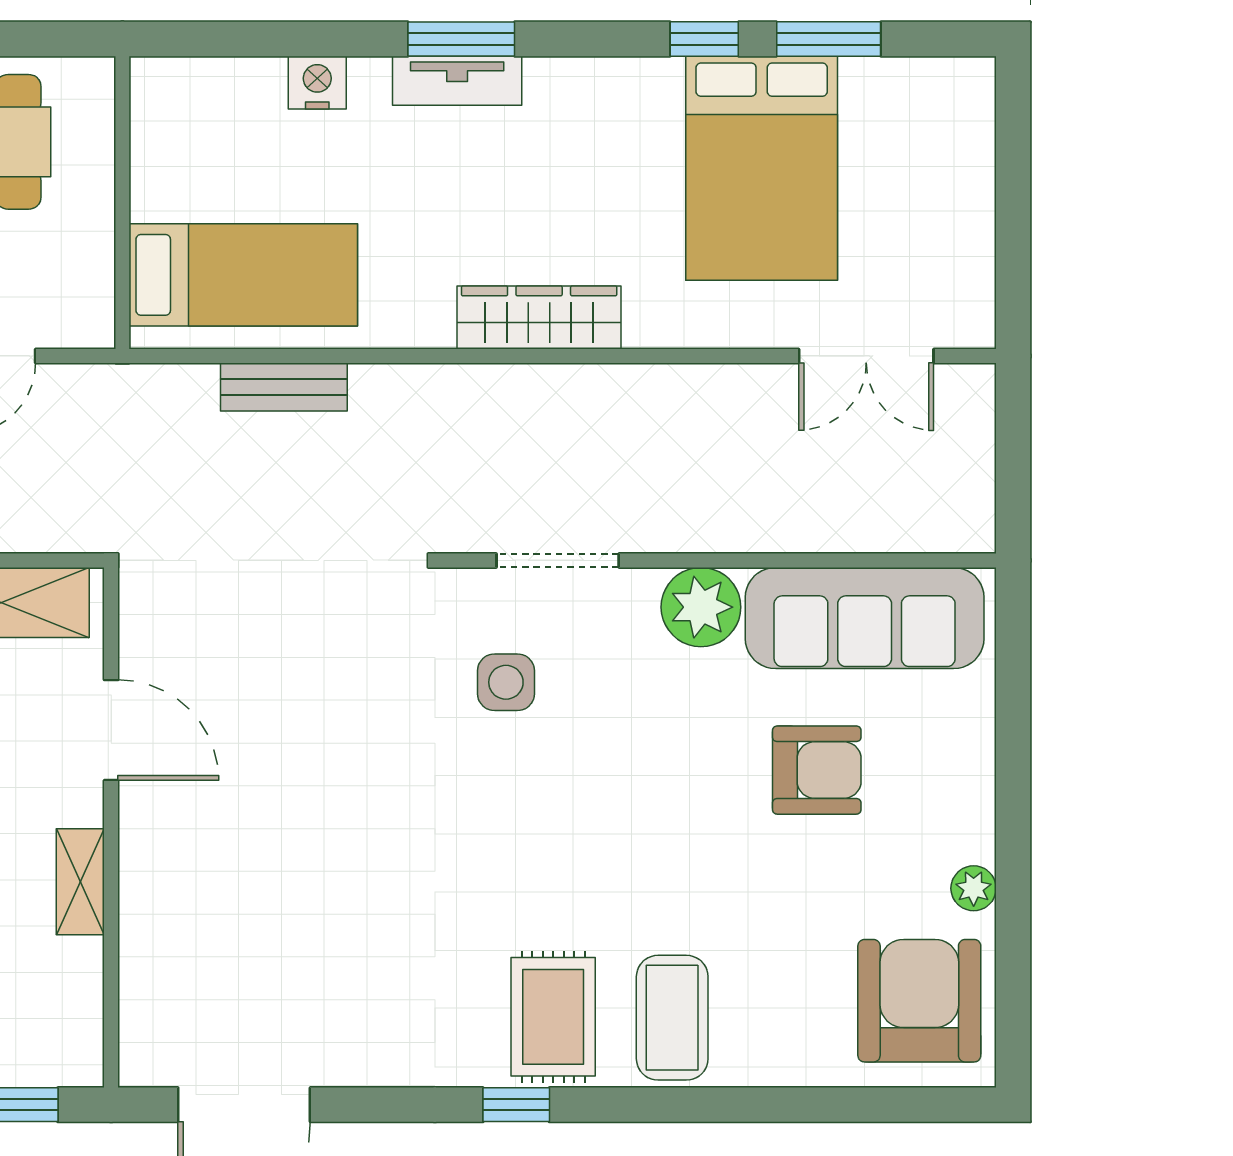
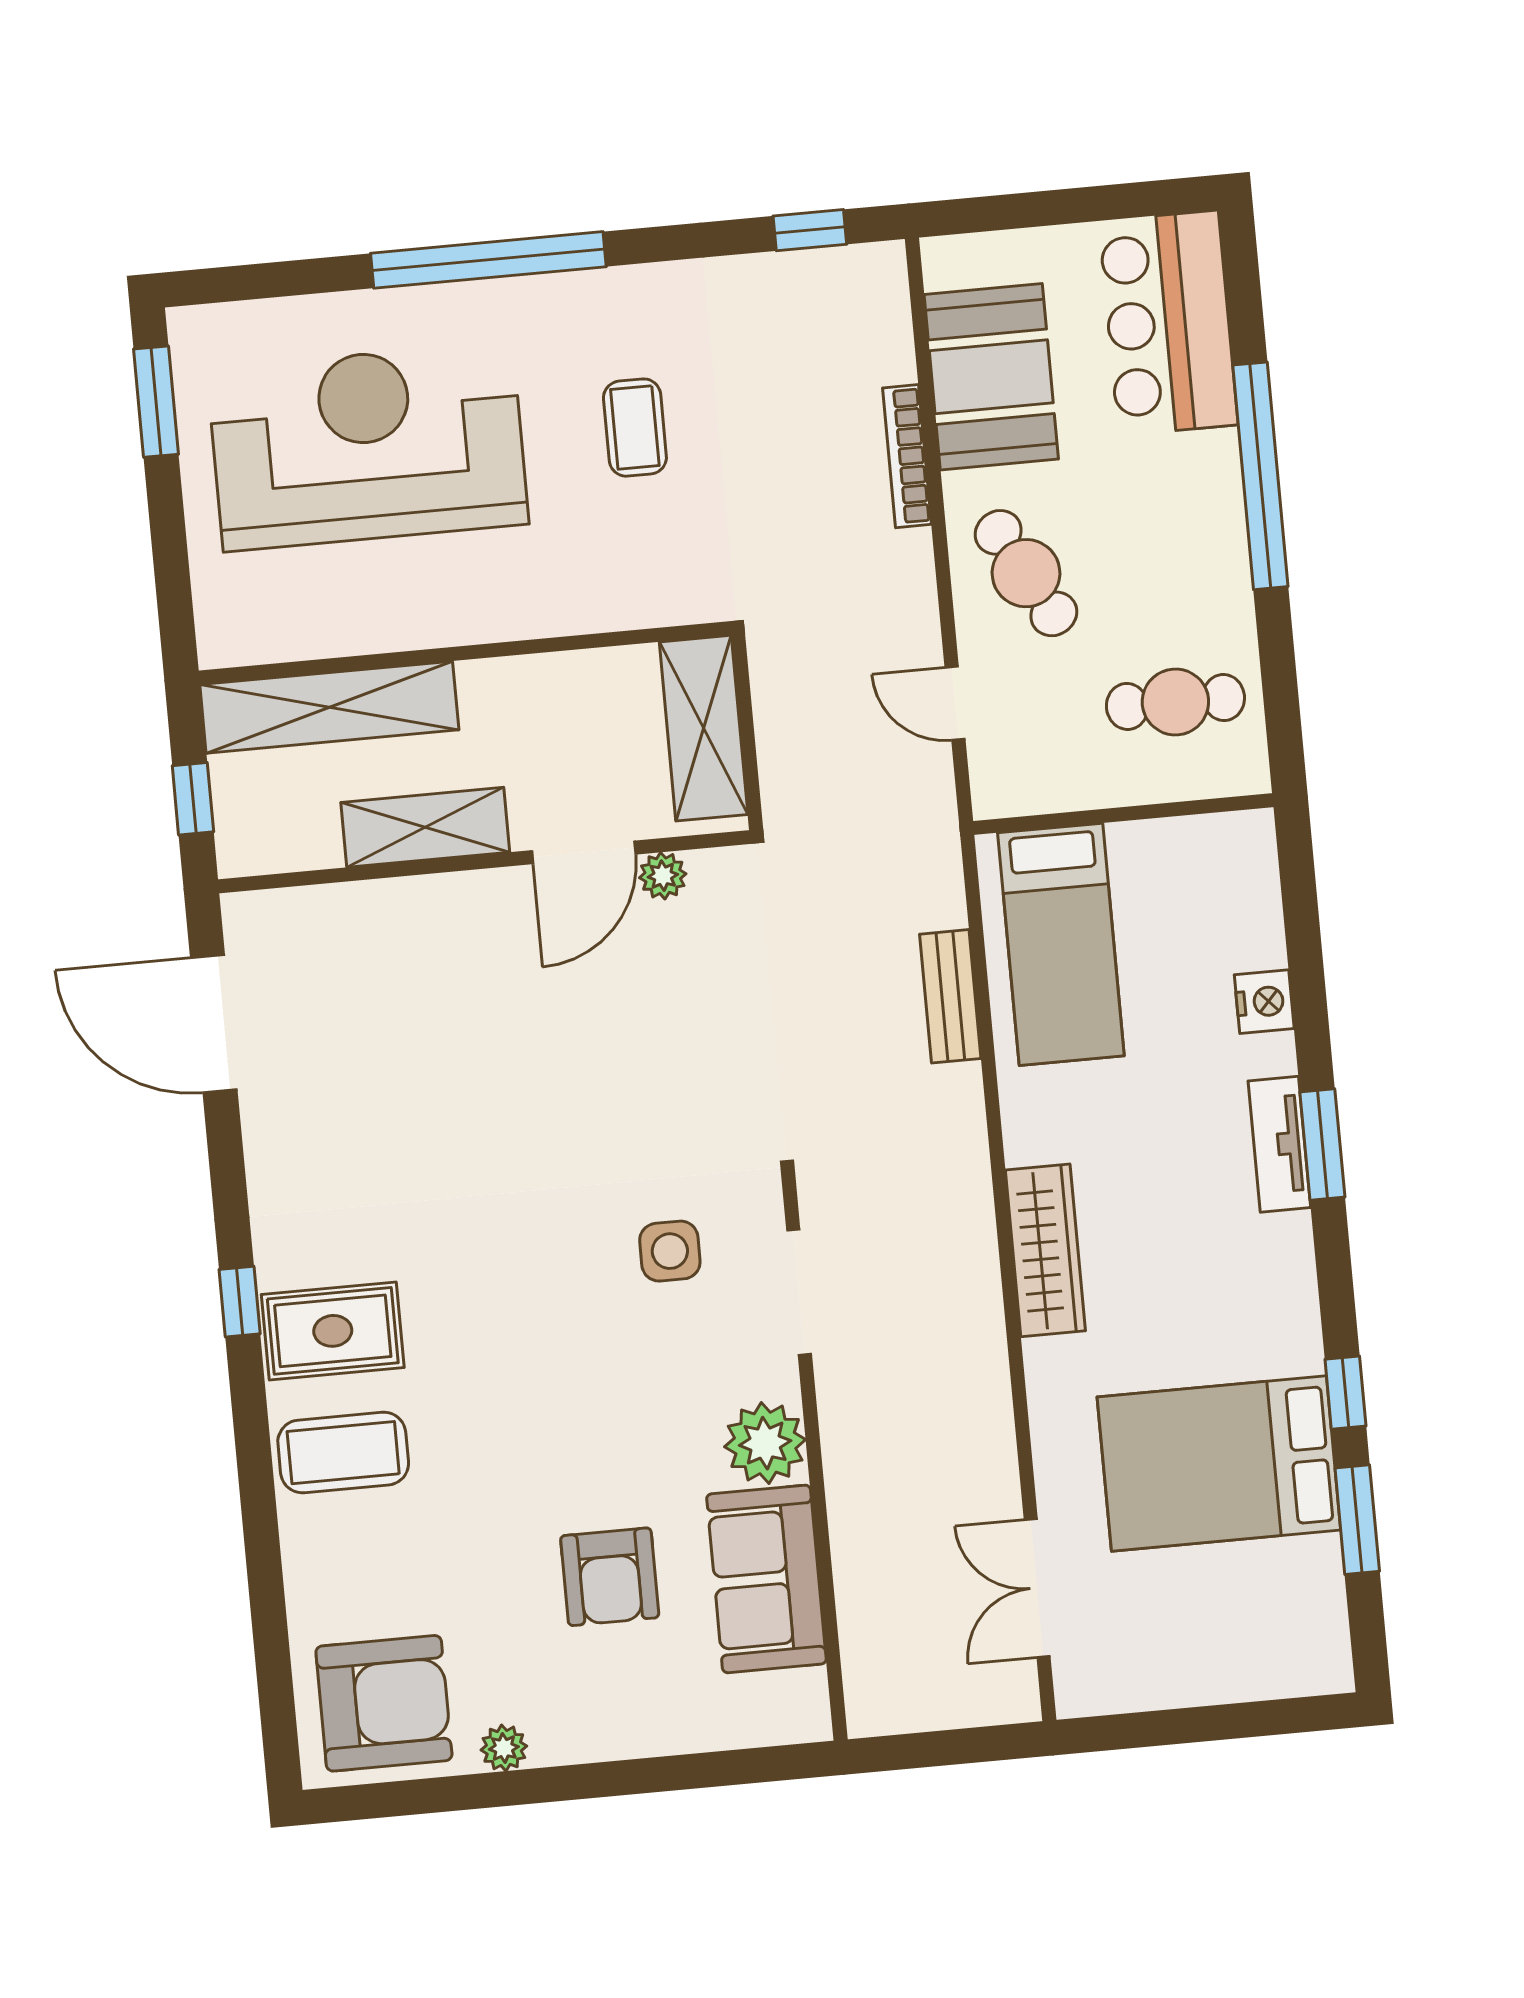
sofa: (865, 618) -> (766, 1579), width x0.73
plant: (141, 655) -> (663, 876), added
shelving: (80, 882) -> (425, 827), width x1.50, depth x1.33

